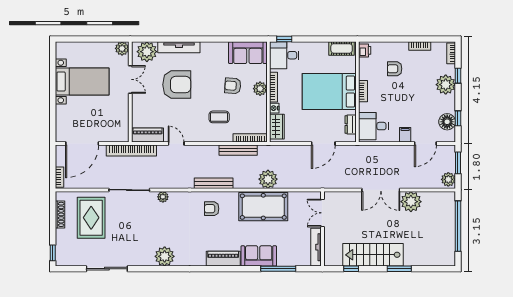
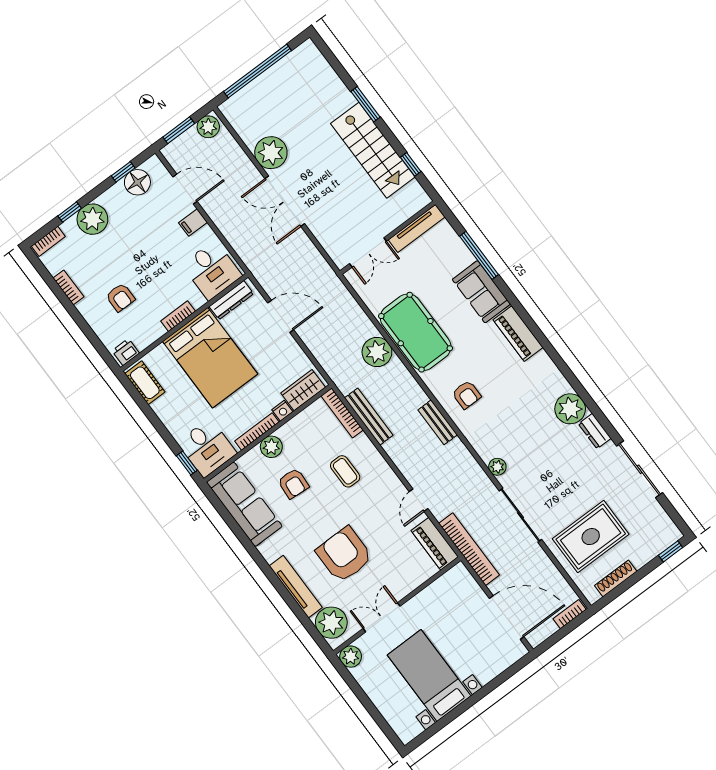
sofa: (248, 53) -> (244, 504), width x1.36
dresser: (351, 125) -> (231, 300), width x1.44
bench: (214, 183) -> (438, 422), width x0.73
double door: (381, 190) -> (285, 201), swing flipped
dresser: (144, 260) -> (595, 431), added

